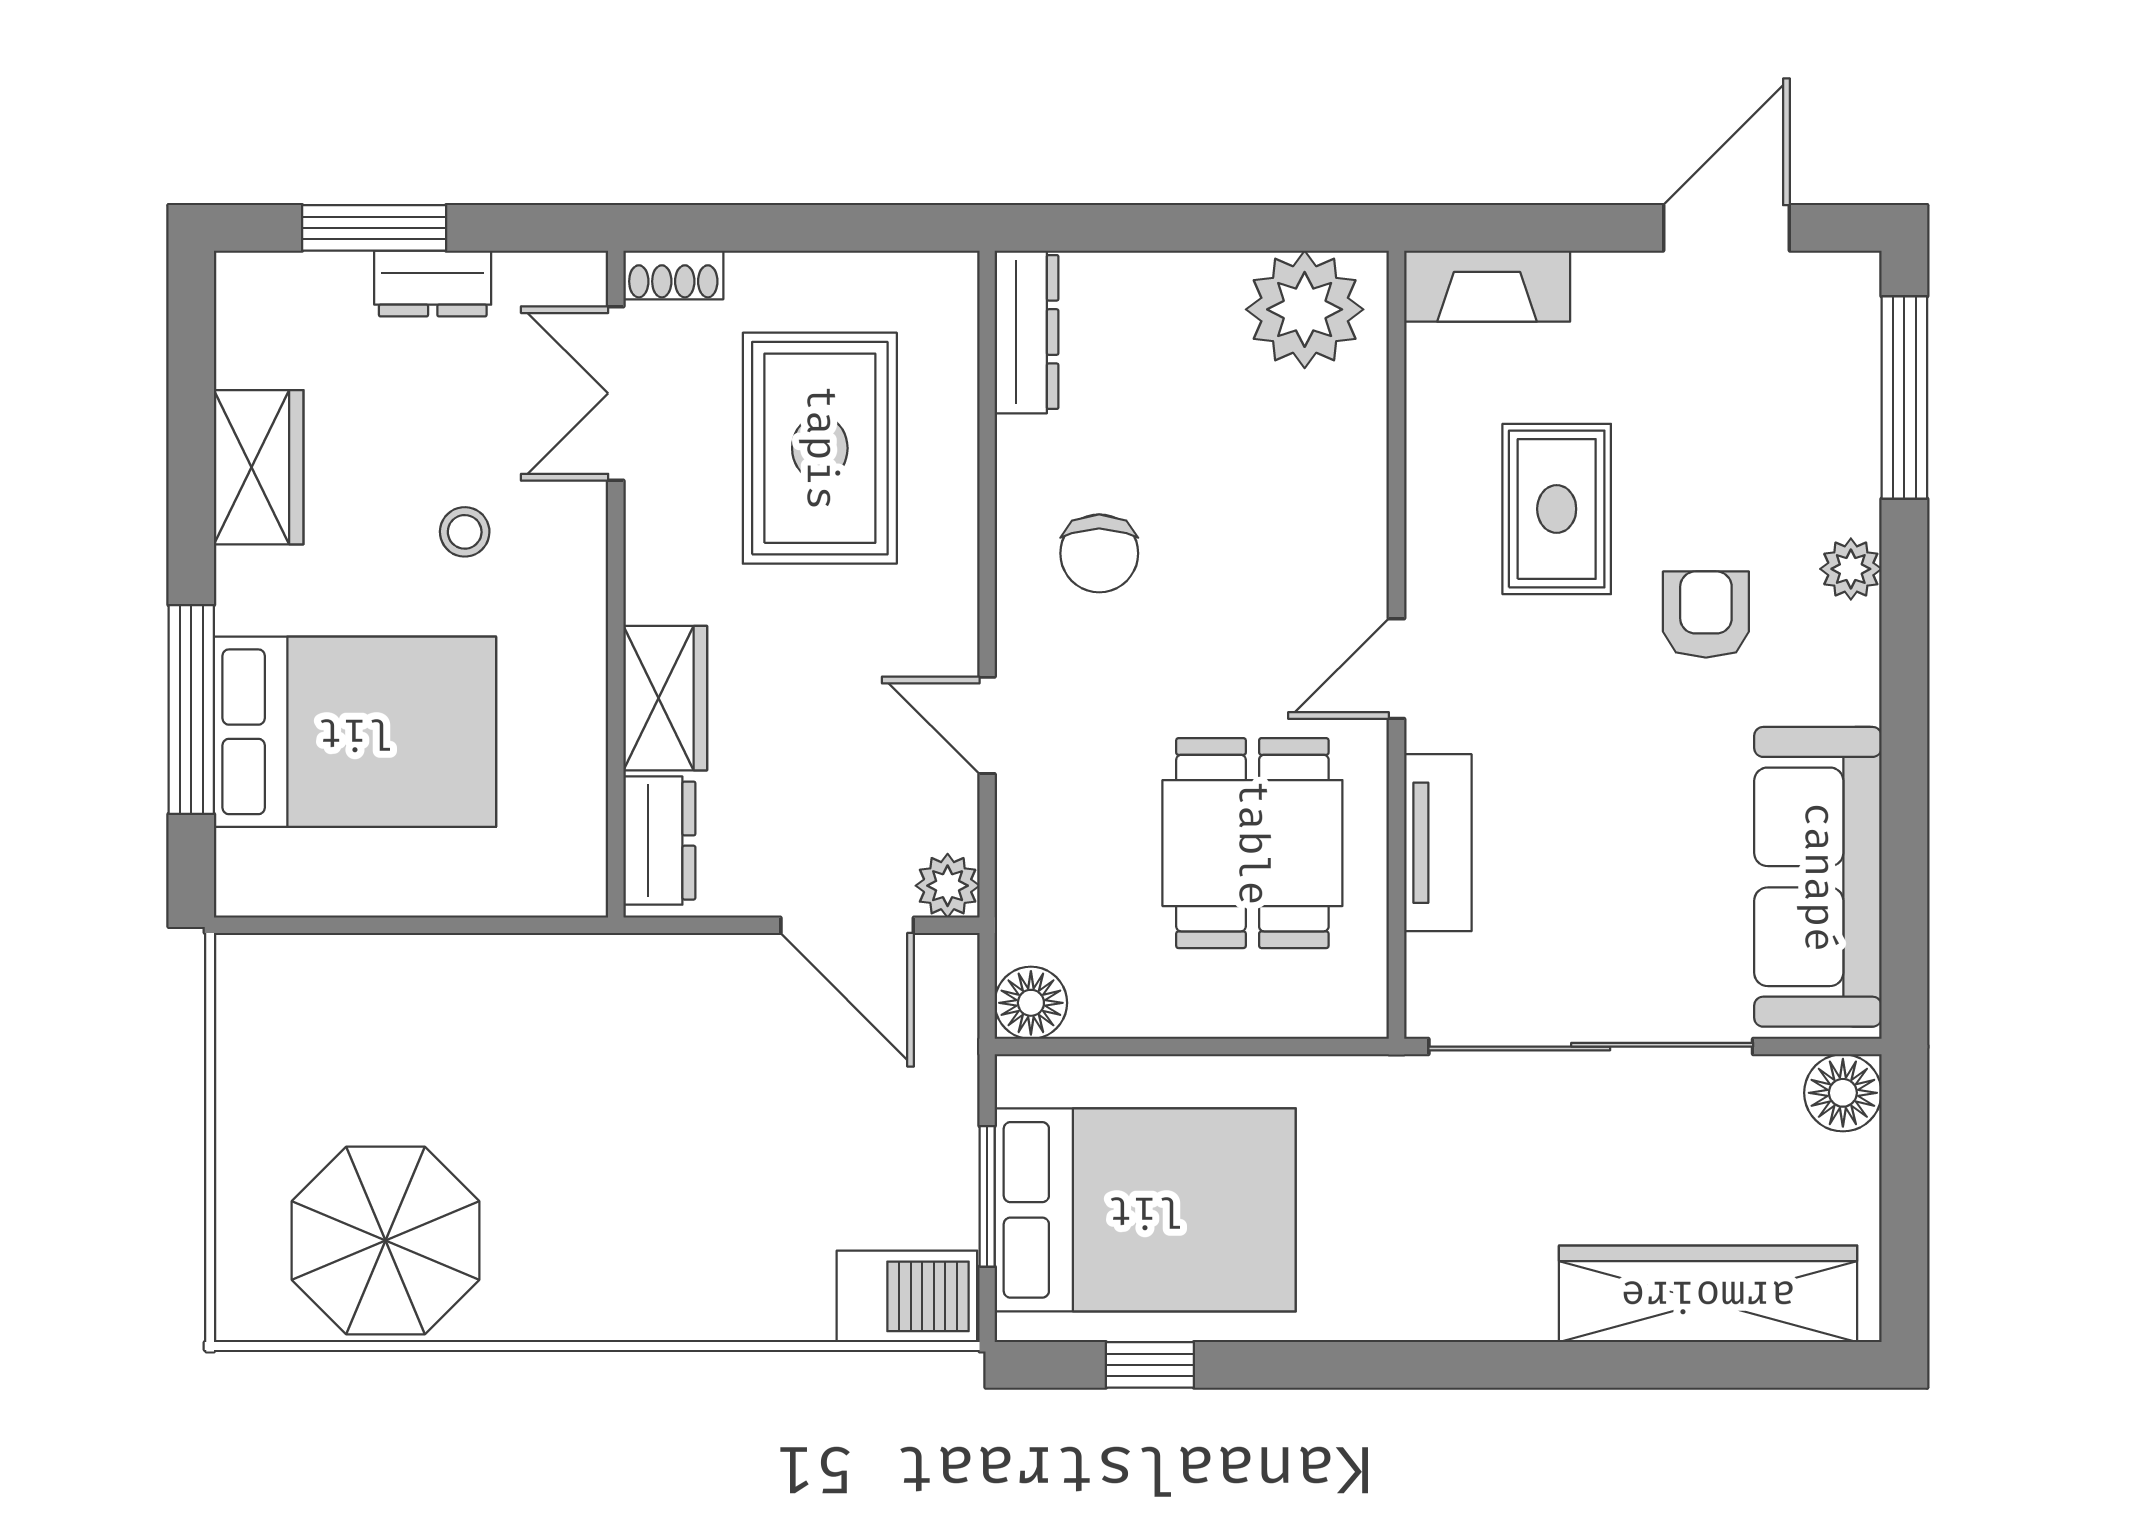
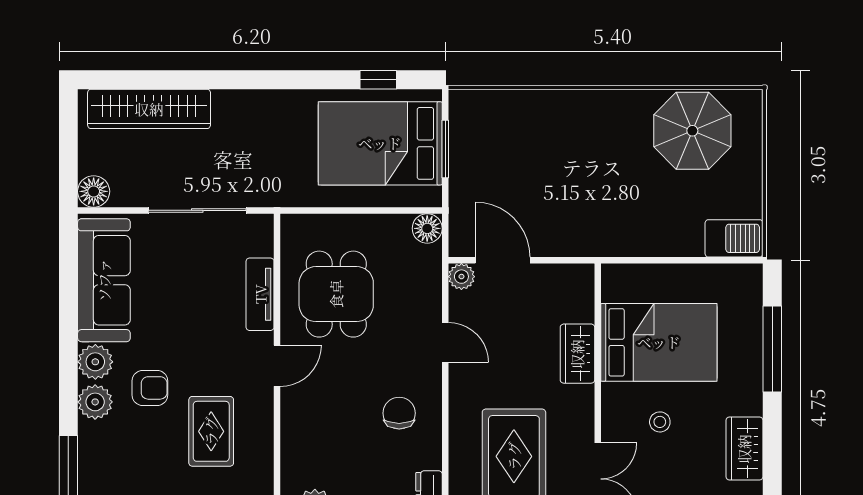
plant: (1851, 569) -> (95, 402), width x1.38, depth x1.38
armchair: (1706, 615) -> (150, 388), turned -90
plant: (1839, 678) -> (95, 362), added
bed: (355, 732) -> (659, 342), moved, turned 180
dresser: (659, 841) -> (580, 295), removed
sliding door: (1591, 1047) -> (197, 210), width x0.73
barbecue: (907, 1296) -> (734, 238), moved, turned 180

